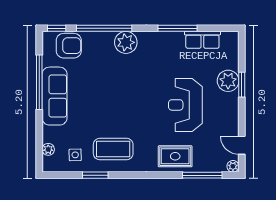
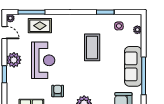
armchair: (164, 60) -> (58, 91), added
plant: (228, 81) -> (14, 60), moved
coffee table: (113, 149) -> (92, 47), moved, turned 90
rug: (175, 156) -> (40, 26), moved

